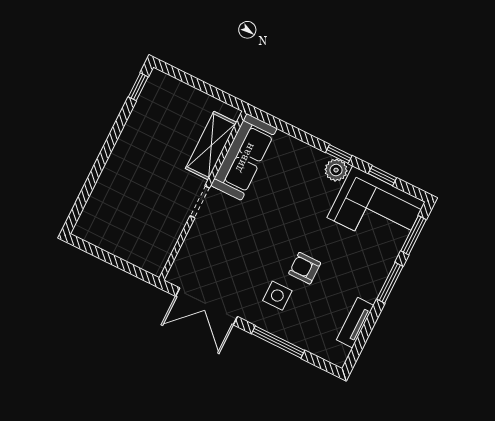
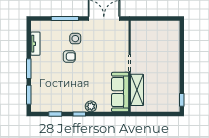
plant: (336, 170) -> (91, 106), moved
corner sofa: (376, 210) -> (51, 98), removed

